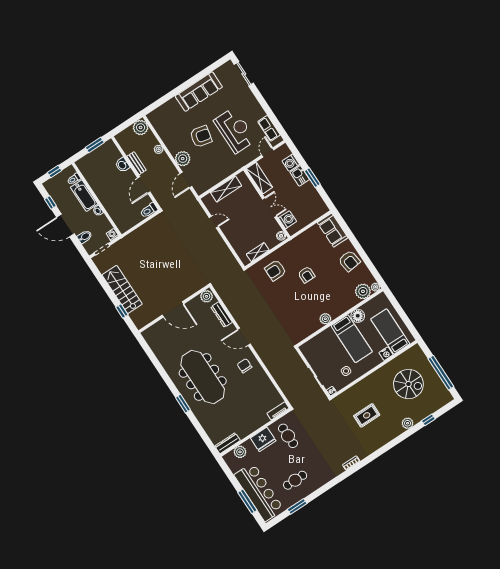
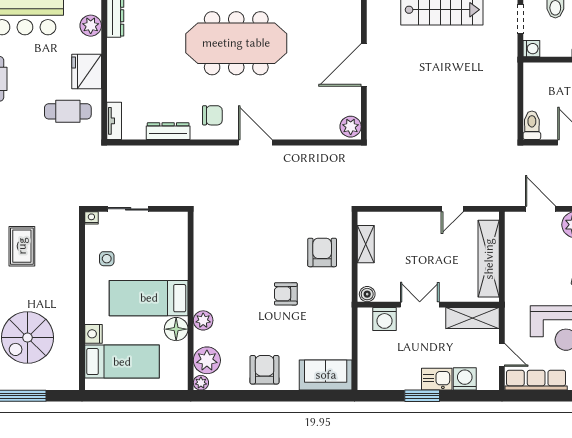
row of seats: (269, 128) -> (536, 380), width x1.48
shelving: (226, 189) -> (489, 259), width x1.47
double door: (270, 207) -> (420, 305), swing flipped
armchair: (349, 261) -> (264, 370), turned 97
dresser: (222, 314) -> (168, 131), moved
plant: (325, 319) -> (203, 320), moved
door: (244, 337) -> (255, 143), hinge flipped

